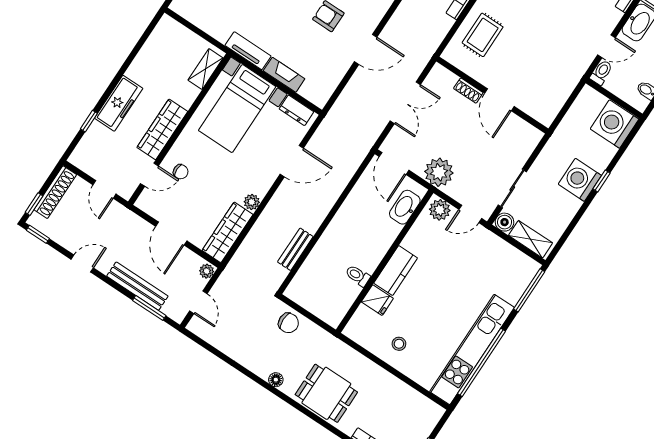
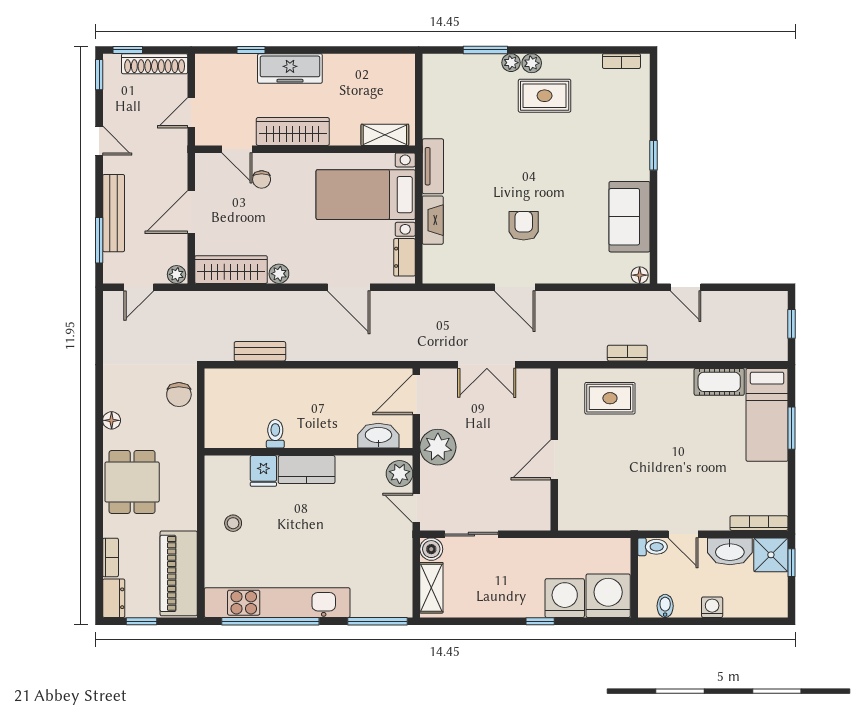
shoe rack: (468, 91) -> (543, 422), removed
washing machine: (580, 180) -> (565, 598), moved
piano: (409, 403) -> (179, 573), added

